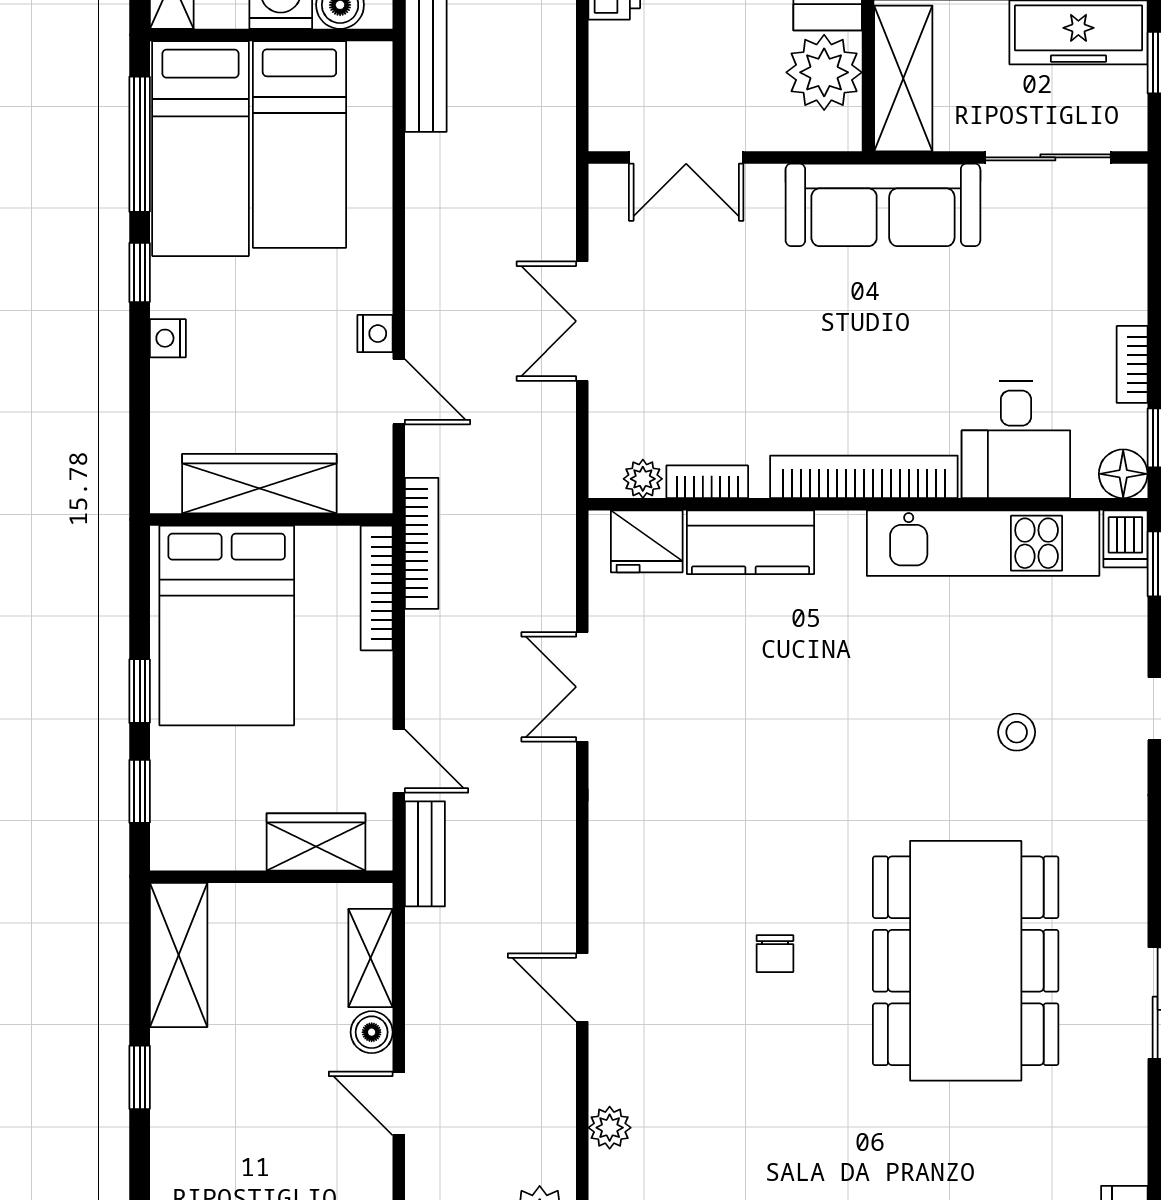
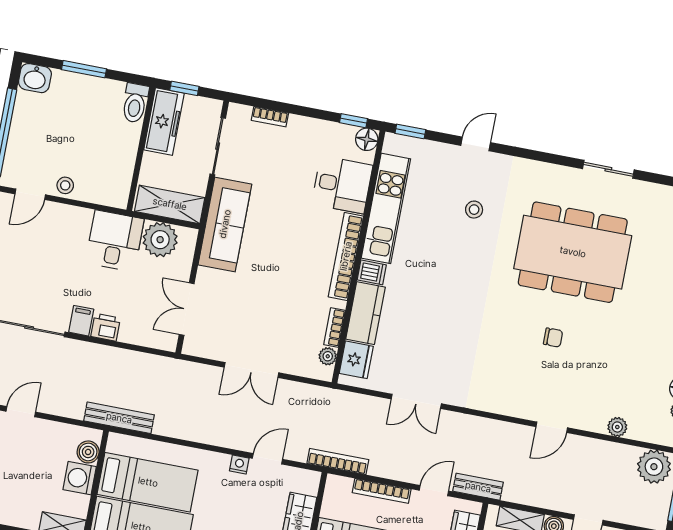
double door: (686, 157) -> (187, 309), swing flipped
bookcase: (1132, 364) -> (270, 117), moved
dishwasher: (1125, 539) -> (372, 272), moved
bookcase: (377, 588) -> (382, 491), moved

